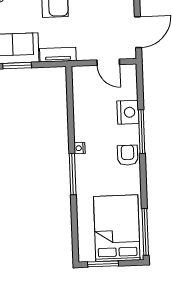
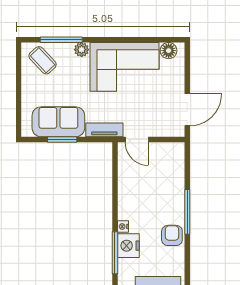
door: (108, 62) -> (137, 140), moved
nightstand: (128, 112) -> (128, 246), moved, turned 180

